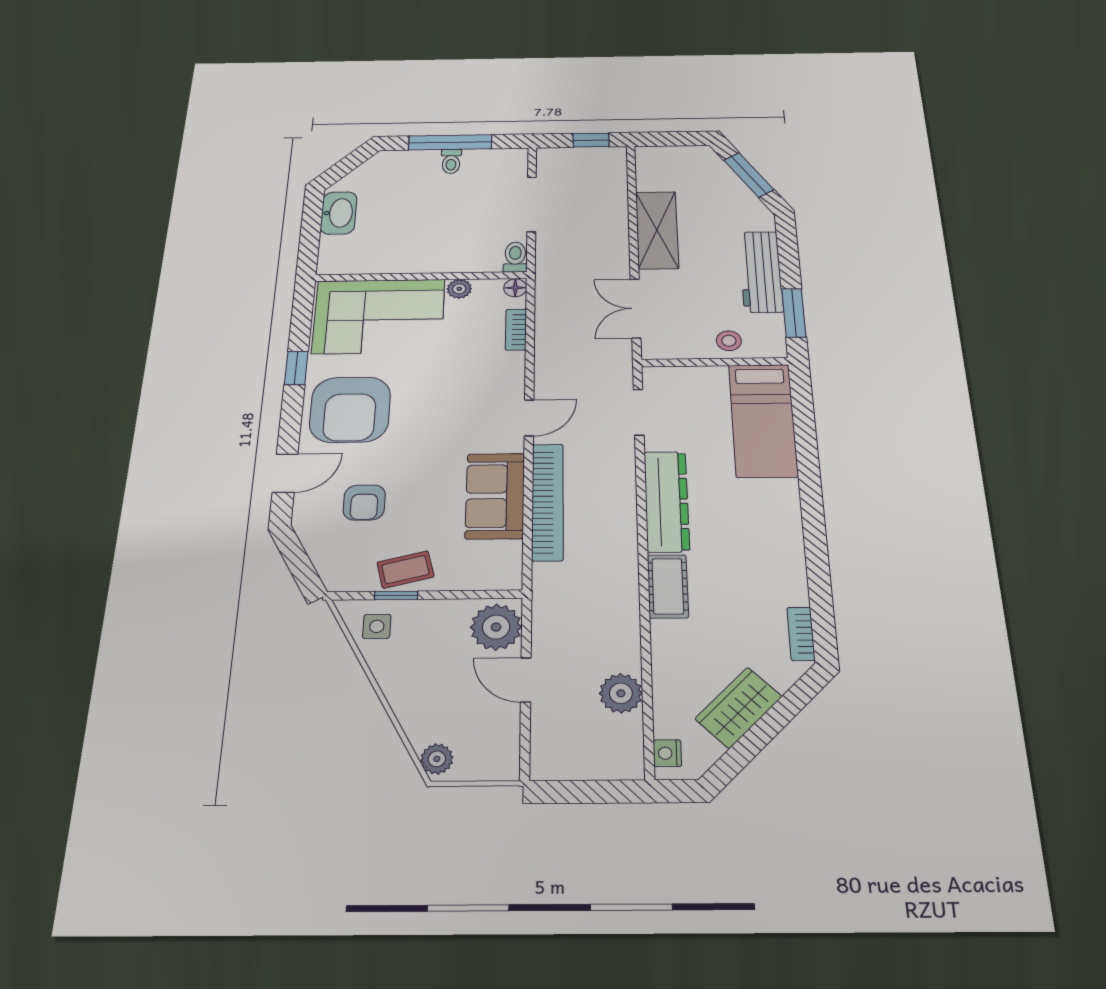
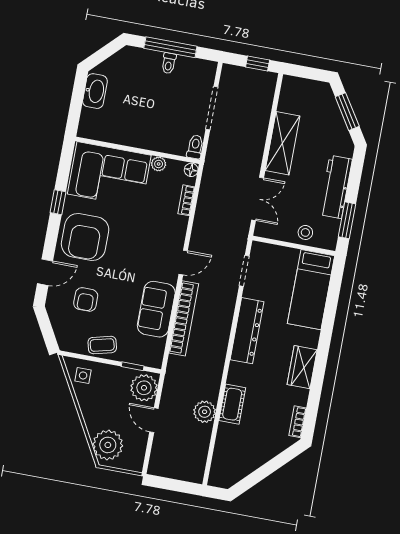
double door: (636, 308) -> (258, 199), swing flipped
cot: (668, 586) -> (232, 404), moved
window: (396, 595) -> (133, 366), moved
plant: (621, 693) -> (205, 412), moved
wardrobe: (738, 708) -> (302, 367), moved, turned -45
nightstand: (667, 753) -> (216, 473), removed
plant: (437, 759) -> (108, 445), width x1.87, depth x1.87

